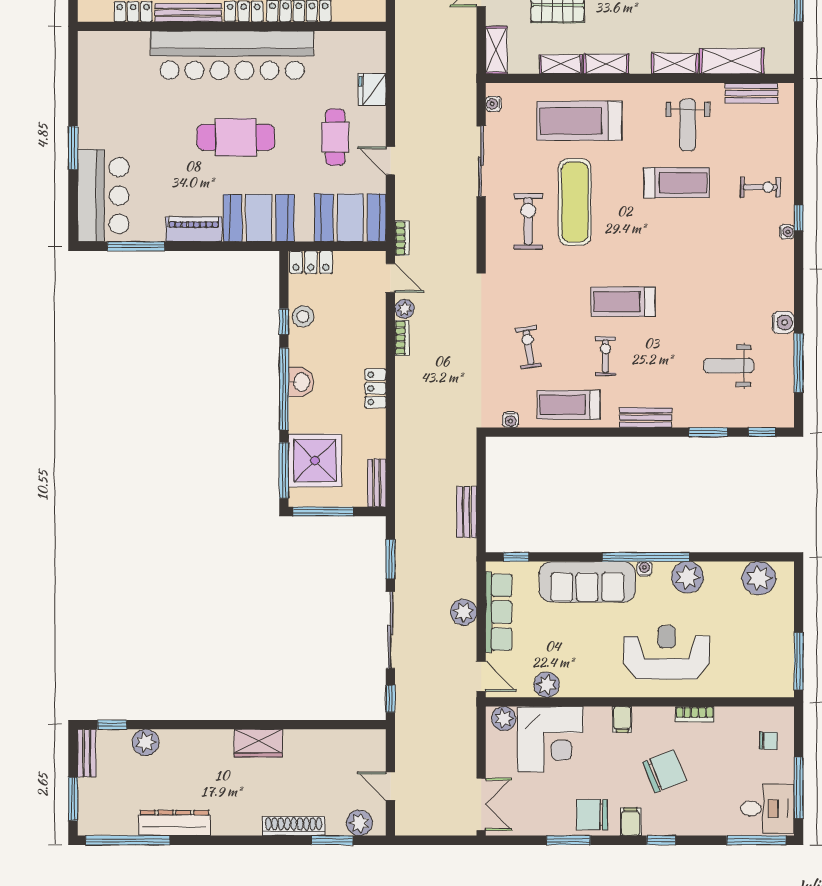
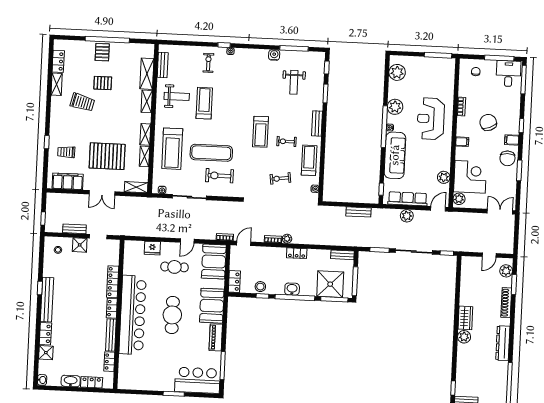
plant: (405, 309) -> (287, 239), moved
treadmill: (569, 405) -> (309, 160), turned 180
plant: (146, 742) -> (464, 337), moved
dresser: (175, 823) -> (503, 343), moved

